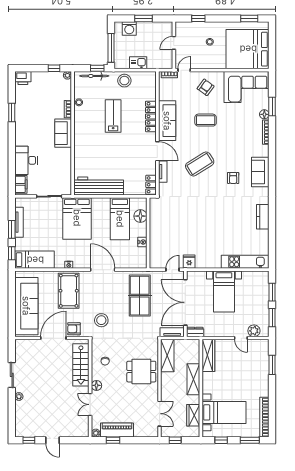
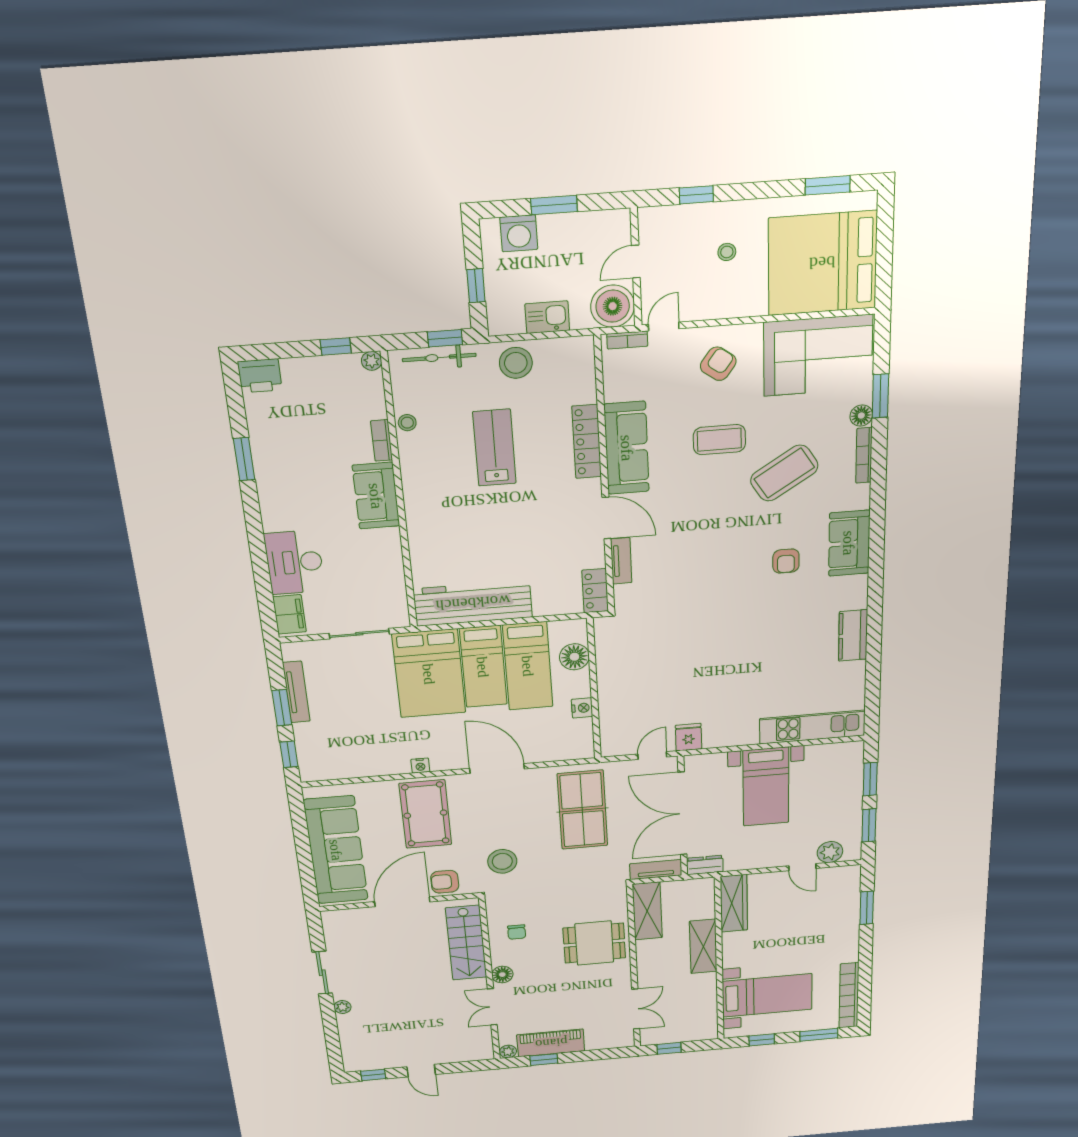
window: (111, 48) -> (476, 286), width x0.46
boiler: (164, 60) -> (613, 306), added
coffee table: (200, 164) -> (784, 473), moved
bed: (35, 260) -> (483, 667), moved, turned 90
wardrobe: (193, 415) -> (705, 1005), removed

